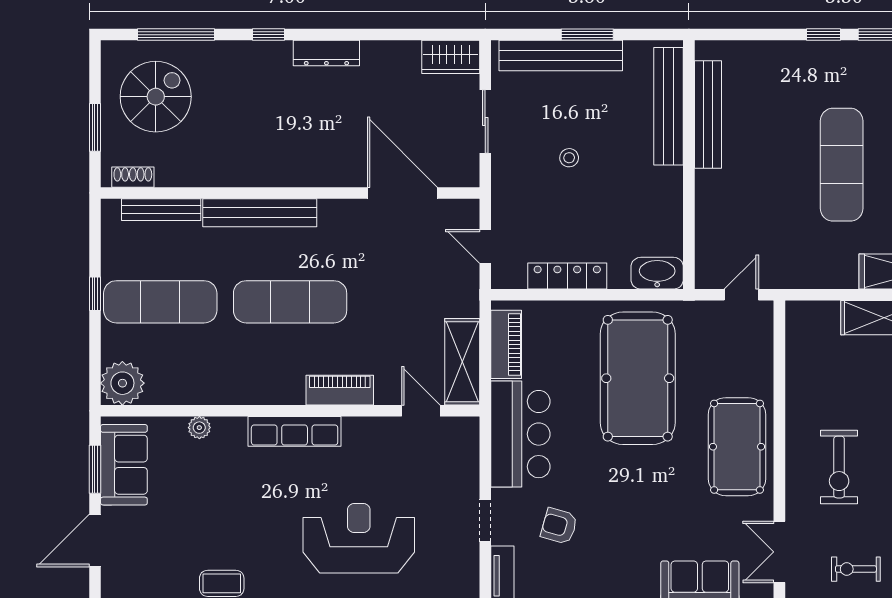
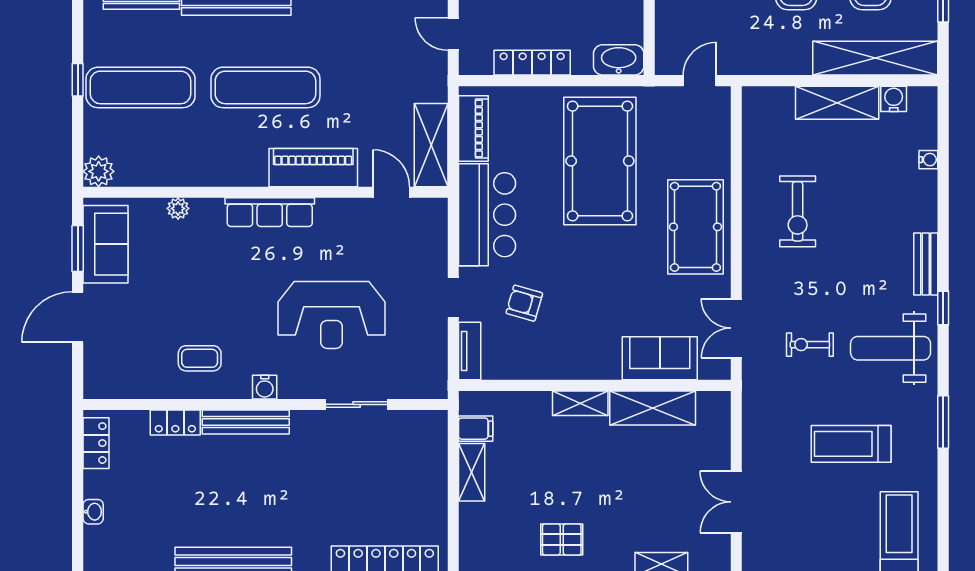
plant: (122, 383) -> (99, 171), width x0.73, depth x0.73
piano: (340, 390) -> (313, 168), width x1.37, depth x1.33
exercise bike: (839, 467) -> (798, 211), moved
reception desk: (359, 538) -> (332, 315), turned 180

